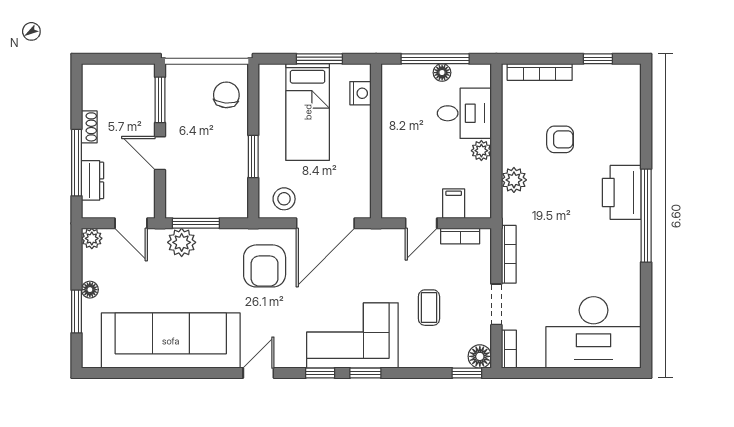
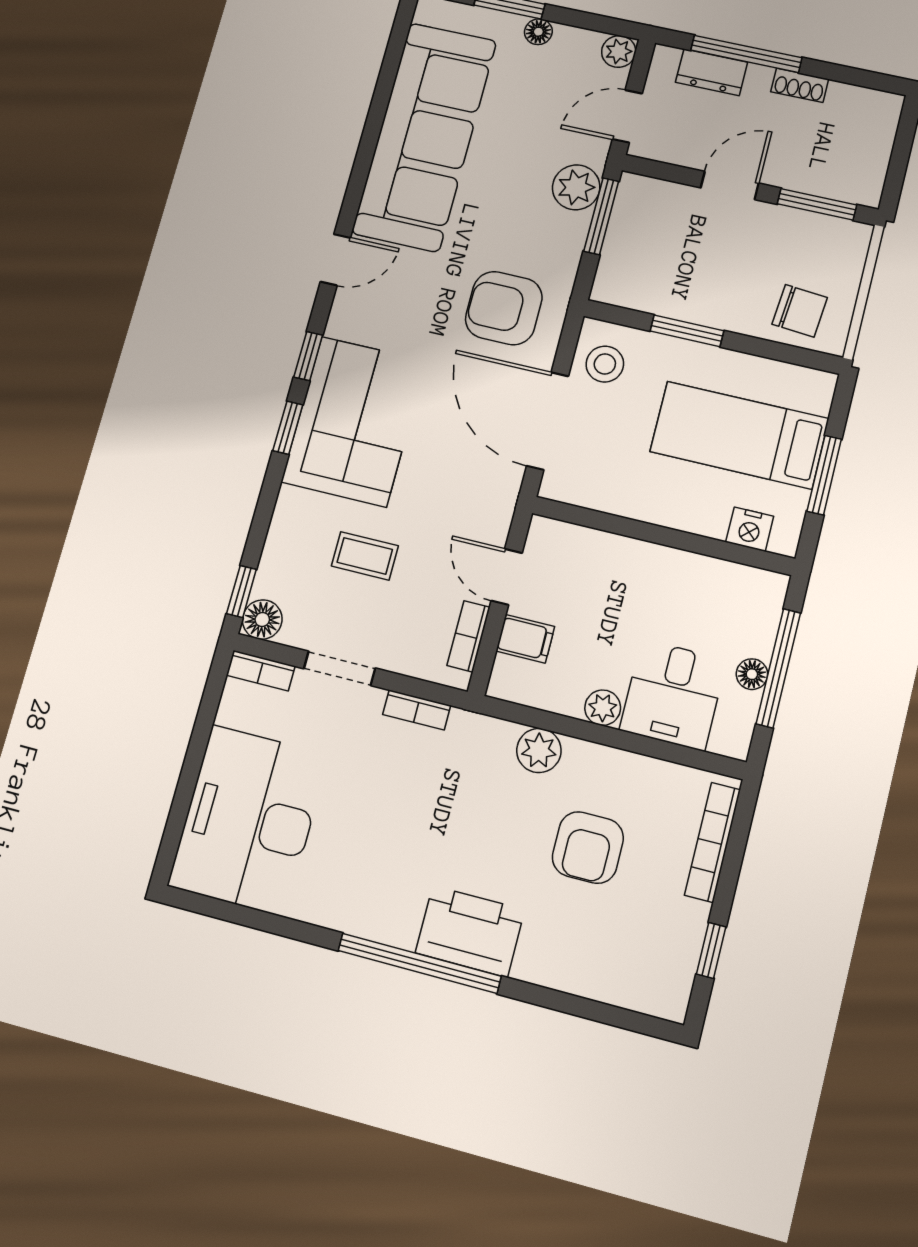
armchair: (560, 139) -> (588, 848), width x1.38, depth x1.38
bookcase: (509, 254) -> (417, 710), width x0.64
door: (258, 373) -> (335, 260), hinge flipped

